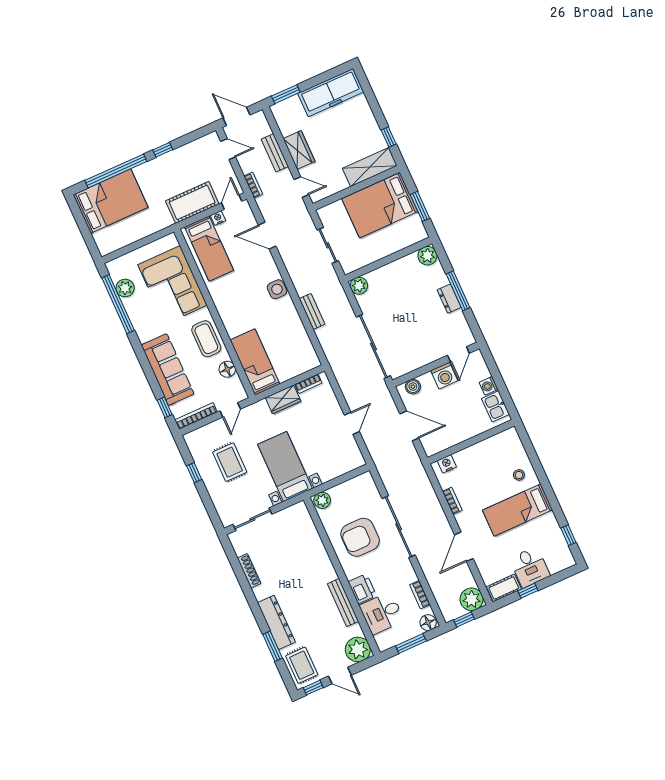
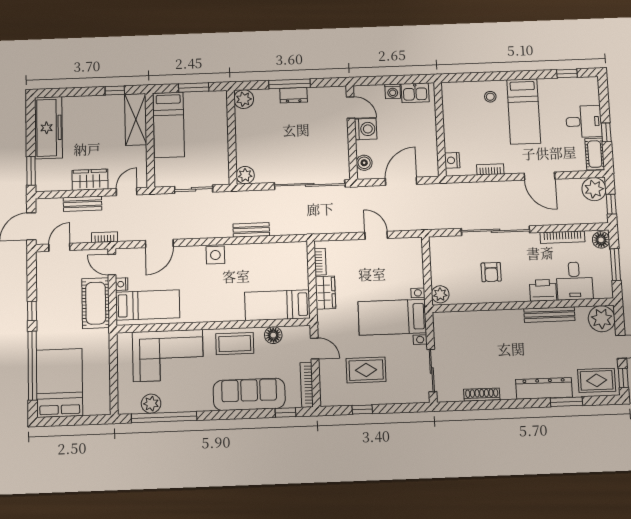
bed: (380, 205) -> (169, 125), width x0.67
armchair: (360, 537) -> (491, 272), width x0.53, depth x0.53
bookcase: (420, 595) -> (562, 237), width x1.56

